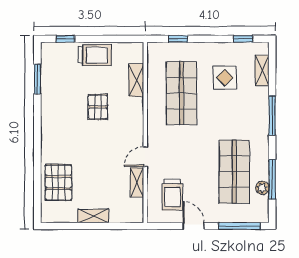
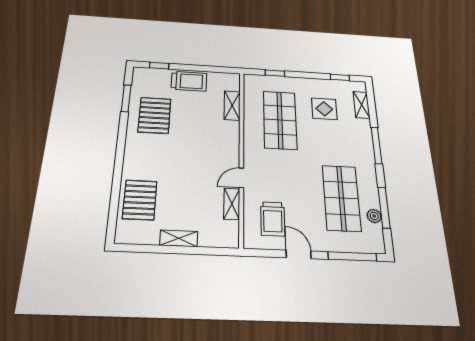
pallet: (98, 107) -> (155, 115), moved, width x1.50, depth x1.42

